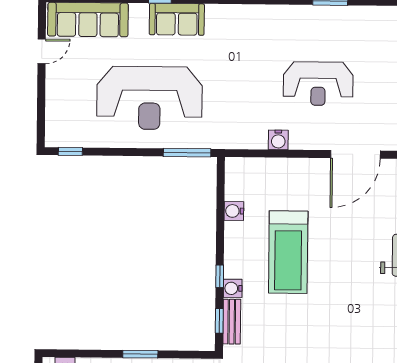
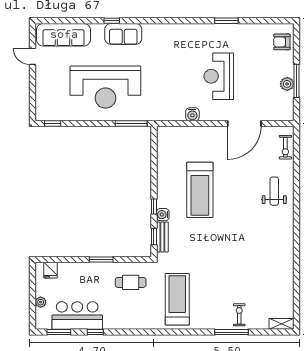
door: (42, 51) -> (33, 56), swing flipped
reception desk: (318, 84) -> (219, 76), turned 90
water cooler: (234, 211) -> (163, 163), removed

